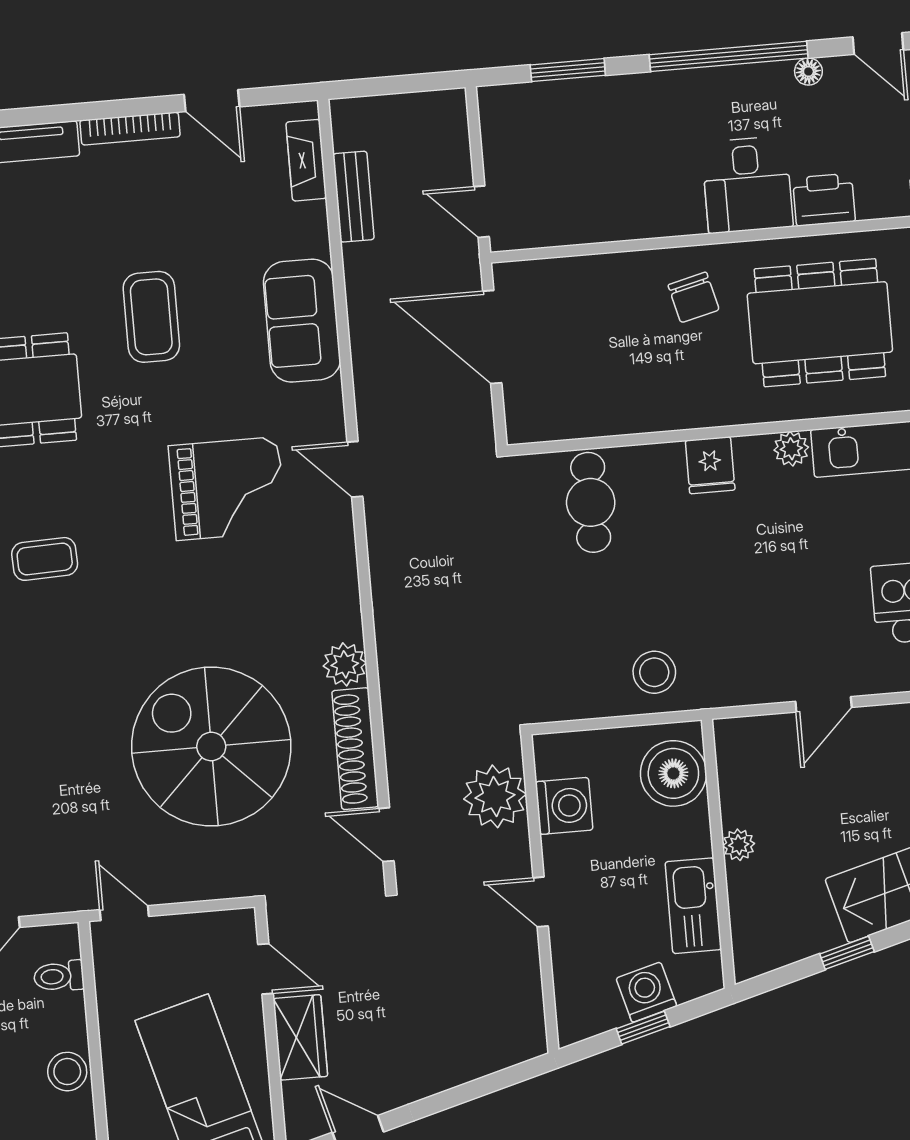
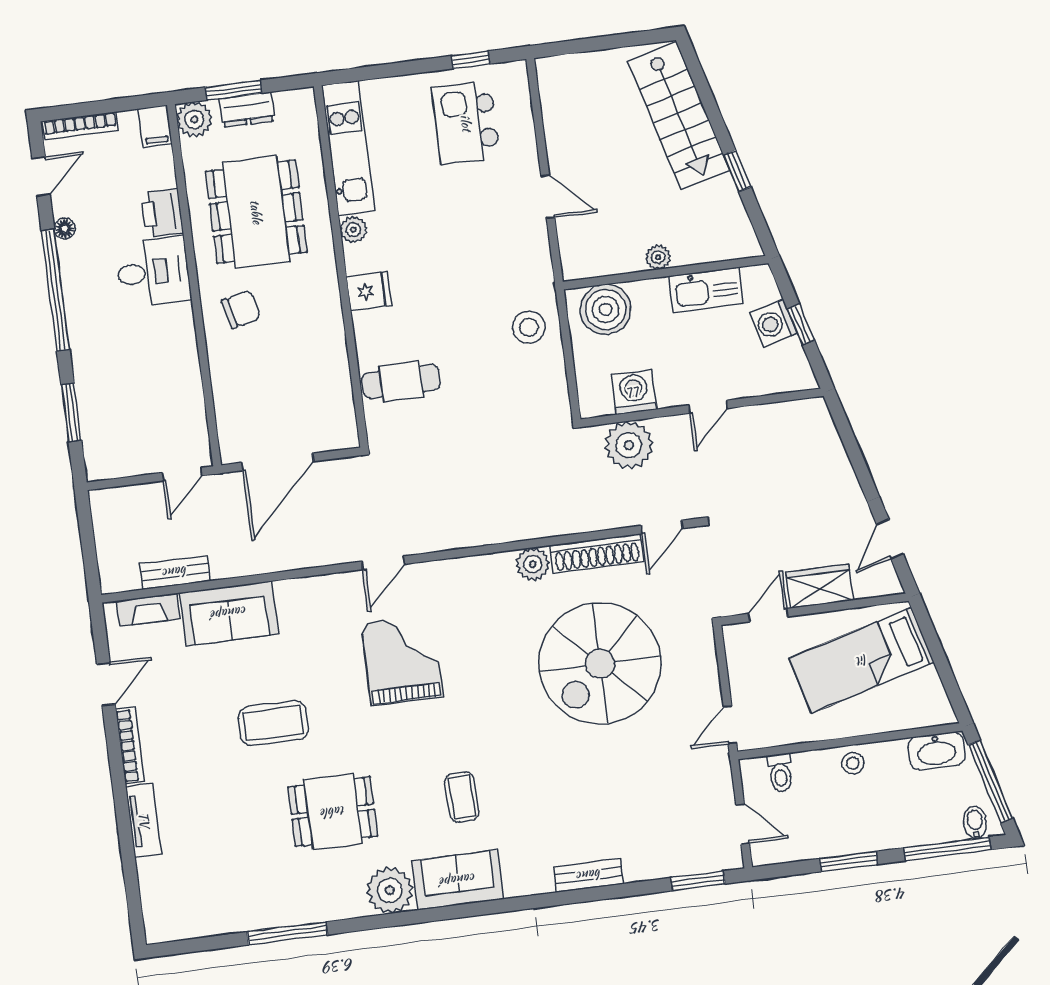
sofa: (302, 321) -> (229, 613), moved
stool: (67, 1072) -> (853, 763), width x0.73, depth x0.73

